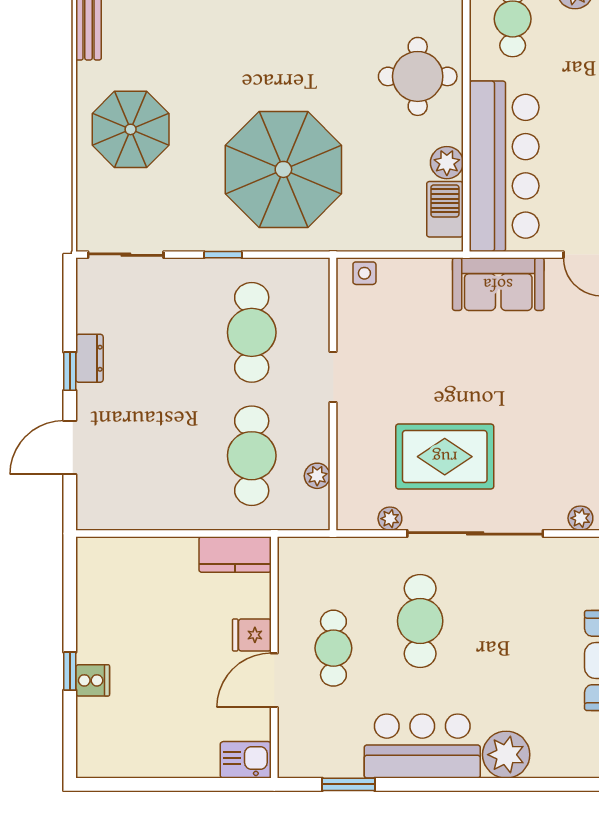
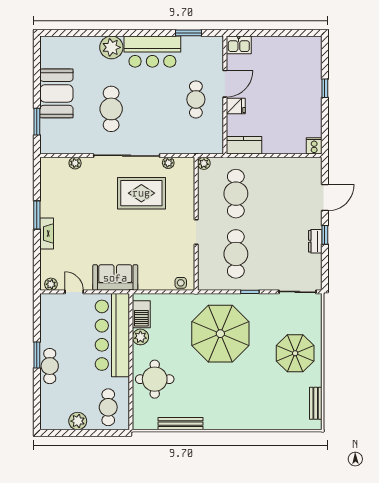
plant: (317, 476) -> (204, 163), moved
cafe table: (420, 621) -> (111, 109), moved
cooker: (93, 680) -> (314, 146), moved, turned 90

